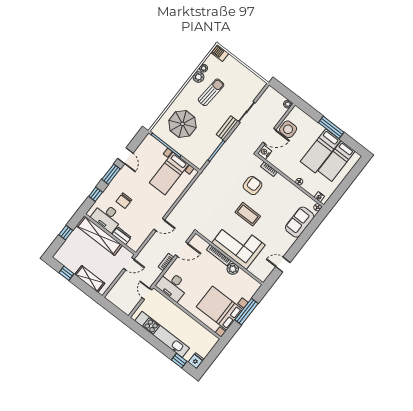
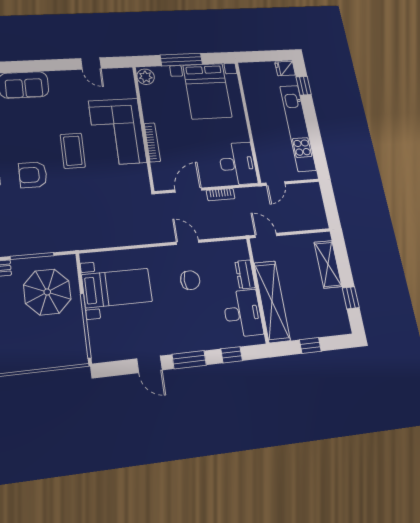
parasol: (182, 124) -> (47, 292), moved
door: (125, 156) -> (149, 364), swing flipped
chair: (124, 201) -> (190, 280), moved
door: (182, 249) -> (188, 190), hinge flipped
plant: (233, 269) -> (146, 77), moved

